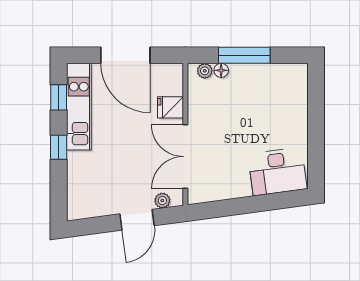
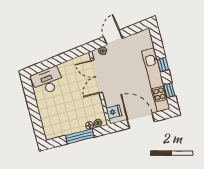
kitchen unit: (79, 107) -> (156, 80), width x1.36
fridge: (171, 107) -> (114, 112), moved
double door: (185, 157) -> (97, 76), swing flipped

